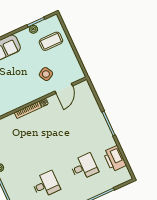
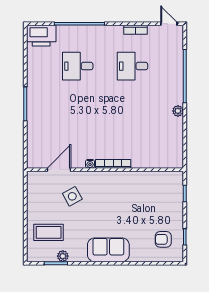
printer: (115, 159) -> (41, 36), moved, turned 90

